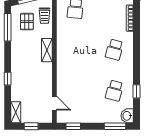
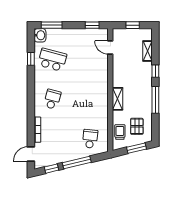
window: (8, 27) -> (155, 100), moved
school desk: (114, 91) -> (52, 60), width x1.85
shelving: (16, 112) -> (148, 51), moved

